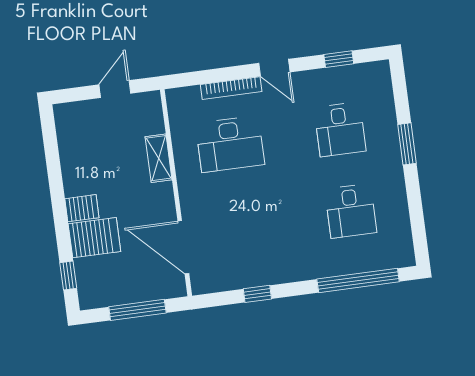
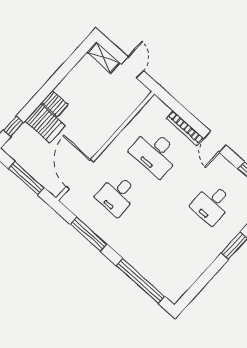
door: (115, 89) -> (132, 67), hinge flipped
shelving: (159, 158) -> (103, 57), moved, turned 90
desk: (351, 211) -> (117, 195), moved
window: (257, 294) -> (88, 234), width x2.17

